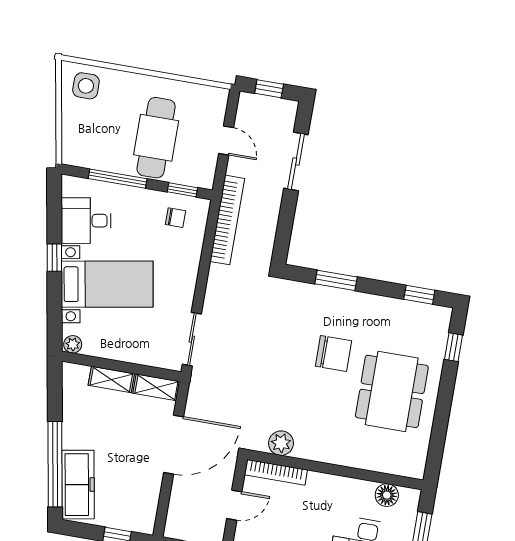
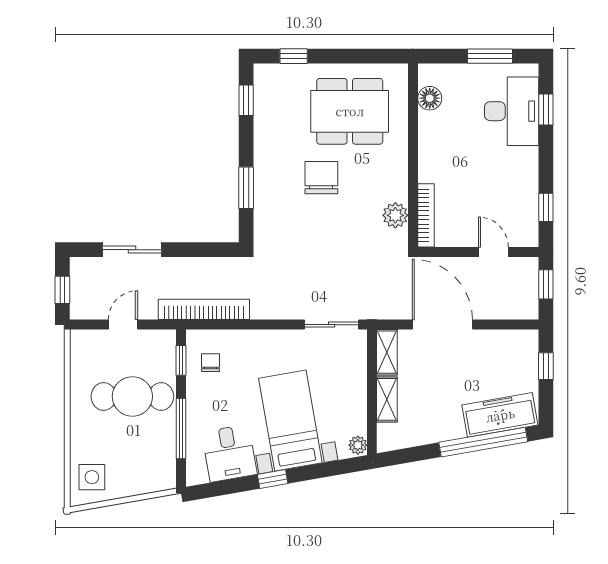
plant: (281, 443) -> (395, 215), moved
wall: (335, 470) -> (413, 155), moved
bookcase: (276, 472) -> (426, 215), moved
floor lamp: (387, 495) -> (430, 98), moved

